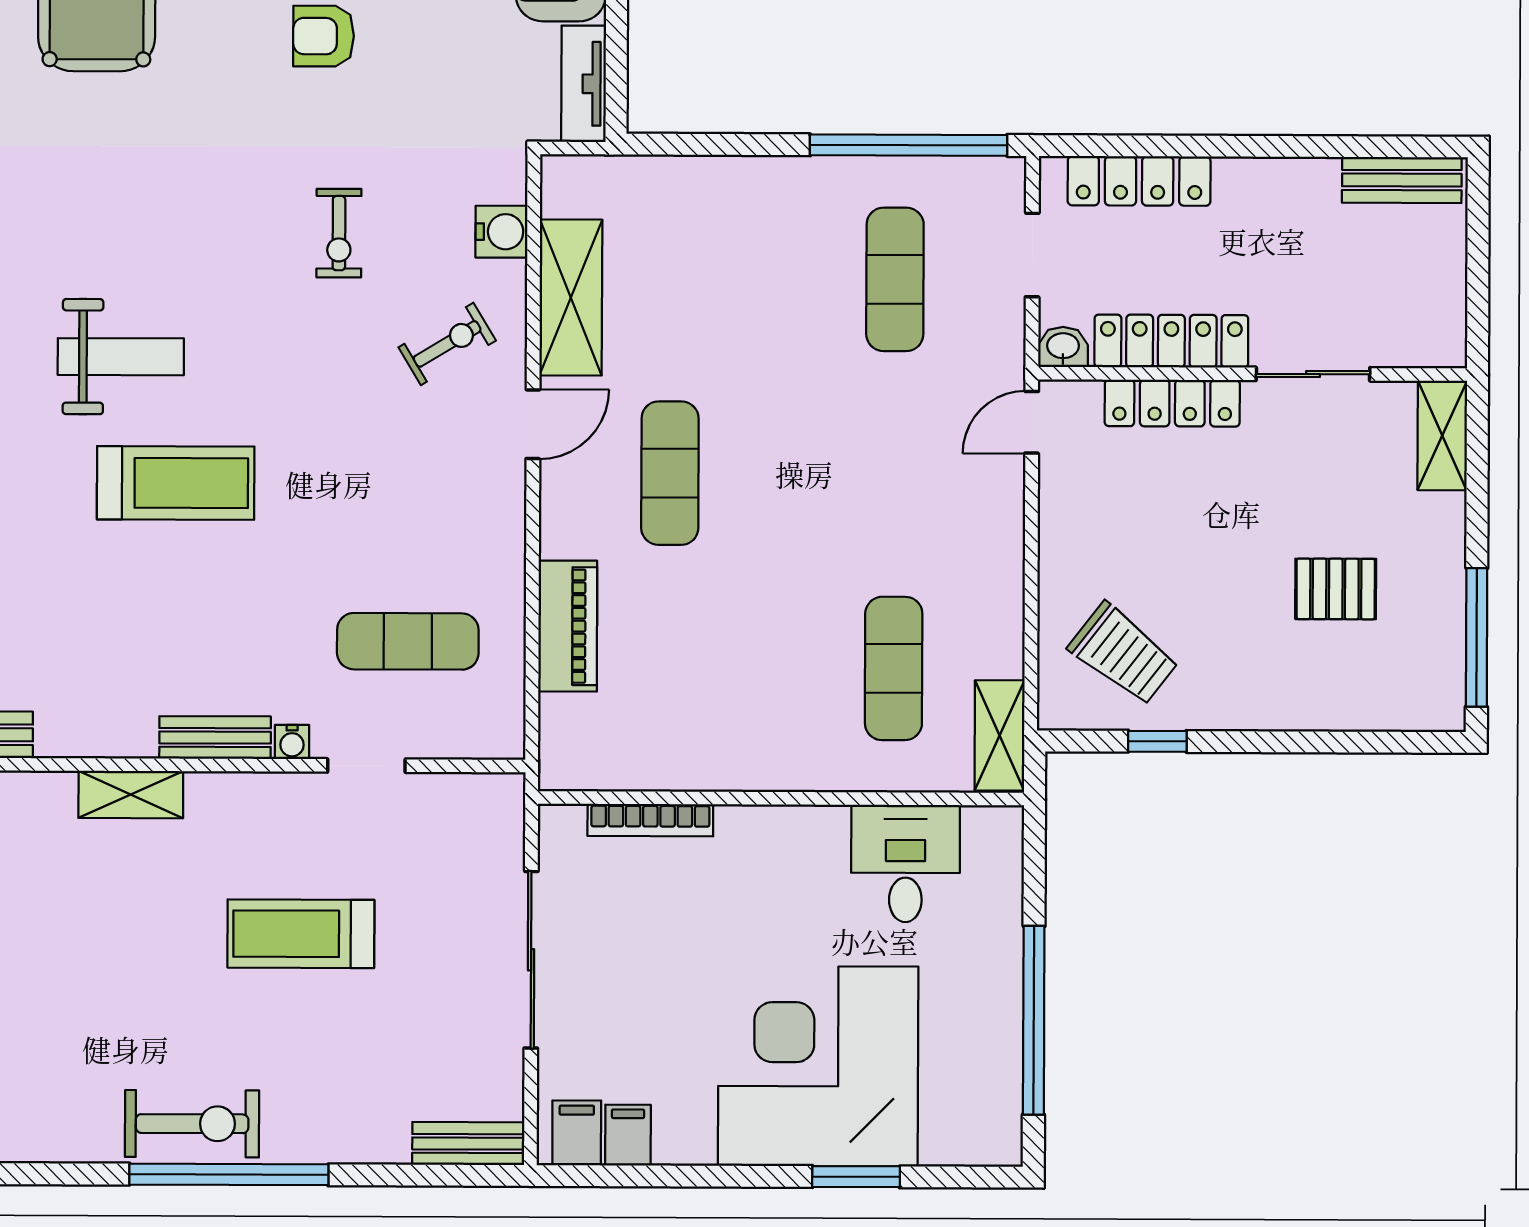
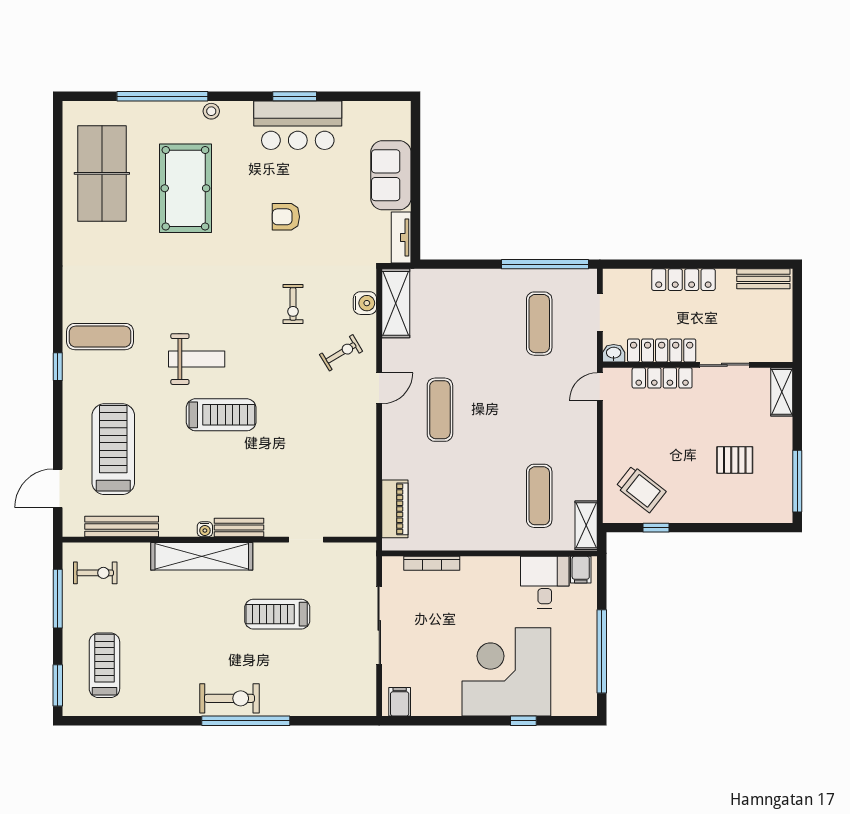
locker: (1139, 181) -> (683, 280), moved
shelving: (571, 298) -> (396, 303), moved
piano: (568, 626) -> (395, 509), moved
exercise mat: (408, 641) -> (324, 485), removed
water cooler: (292, 742) -> (205, 529), moved
shelving: (131, 795) -> (202, 556), width x2.20, depth x1.33
filing cabinet: (628, 1135) -> (581, 570), moved, turned 180
bench: (468, 1144) -> (352, 707), removed
window: (856, 1177) -> (523, 721), width x0.67

